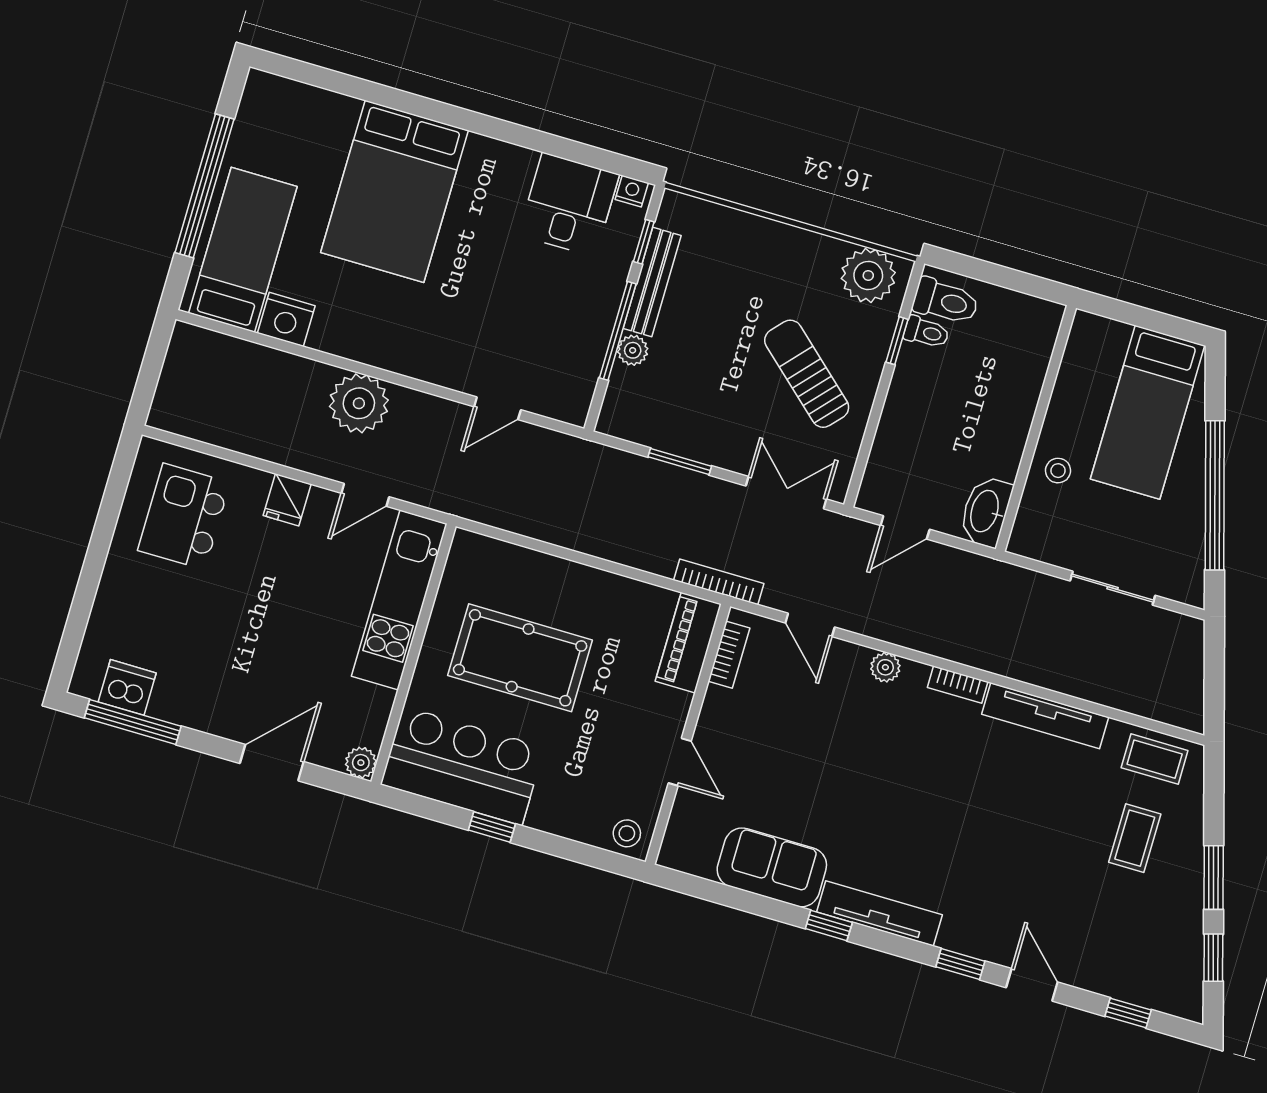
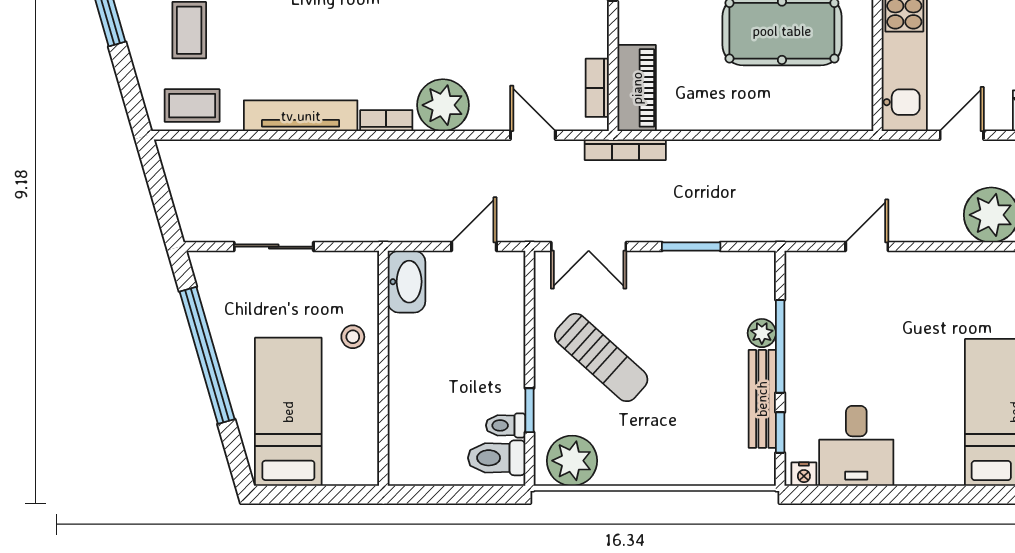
plant: (885, 667) -> (443, 105), width x1.88, depth x1.88

